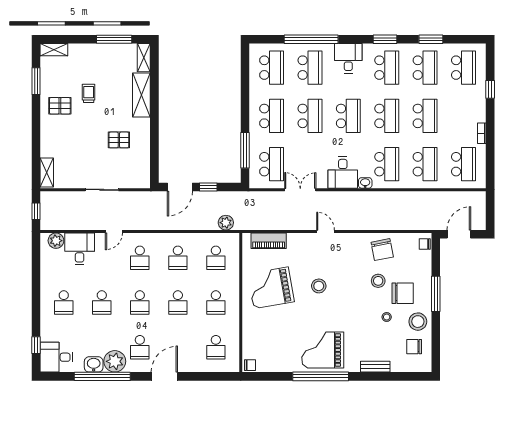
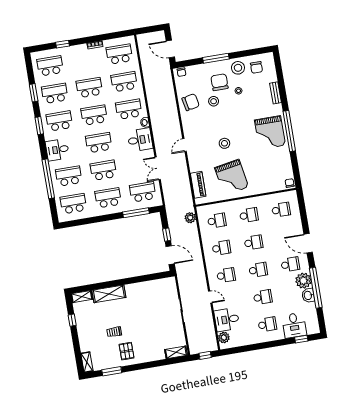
window: (114, 39) -> (72, 320), width x0.46
pallet: (119, 140) -> (144, 305), removed
desk: (56, 357) -> (294, 325), moved

